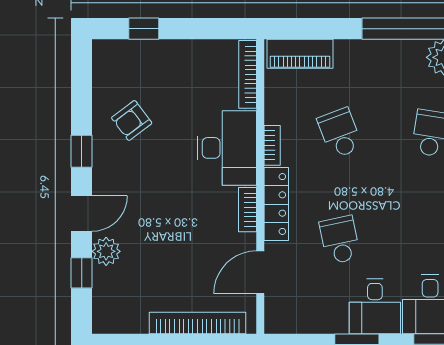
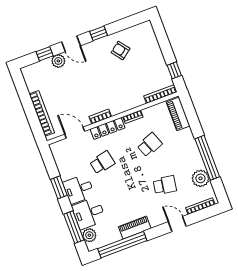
window: (144, 29) -> (174, 70), moved
desk: (227, 148) -> (124, 97), removed

